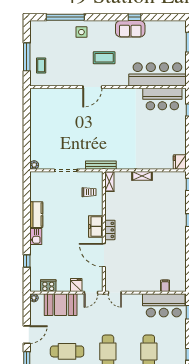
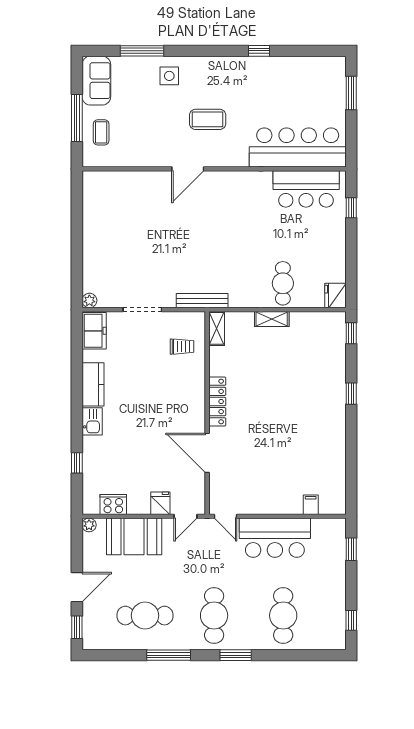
window: (65, 17) -> (142, 51), width x0.68
sofa: (130, 29) -> (96, 81), moved, turned -90
cafe table: (149, 155) -> (283, 283), added
freezer: (96, 226) -> (94, 331), moved, turned 180
locker: (110, 230) -> (217, 401), width x1.53
bar counter: (164, 305) -> (275, 538), moved

